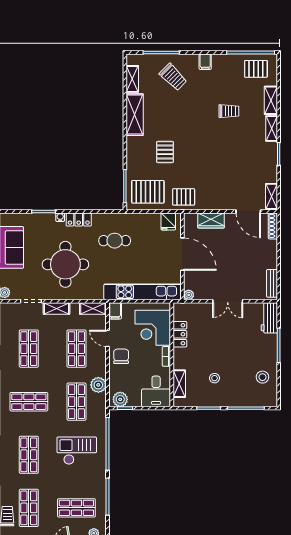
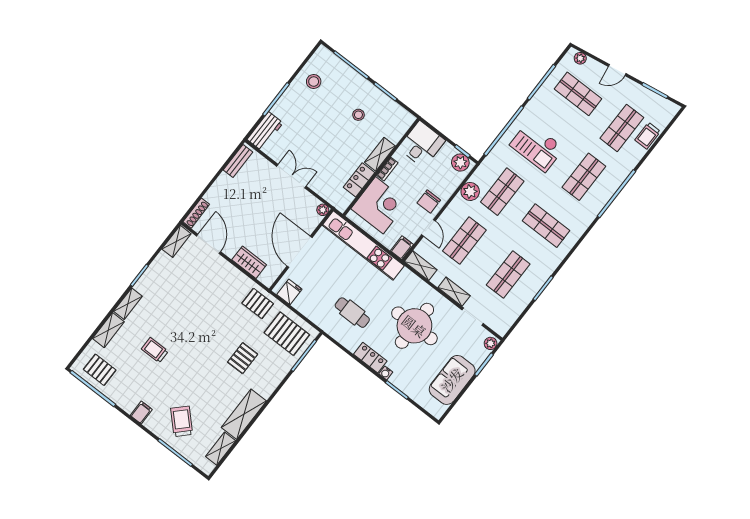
shelving: (179, 384) -> (380, 154), moved

